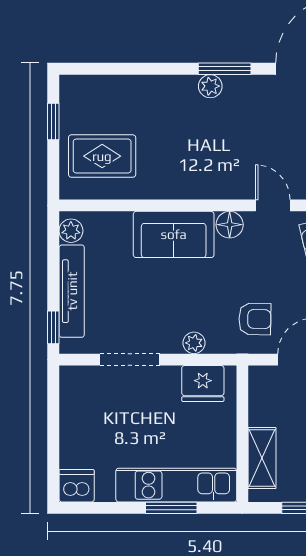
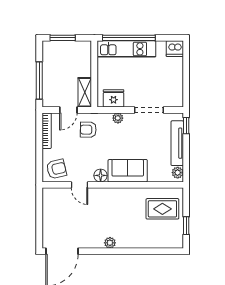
window: (225, 69) -> (103, 251), removed
shelving: (262, 458) -> (85, 92), moved
window: (171, 508) -> (129, 38), width x2.11

